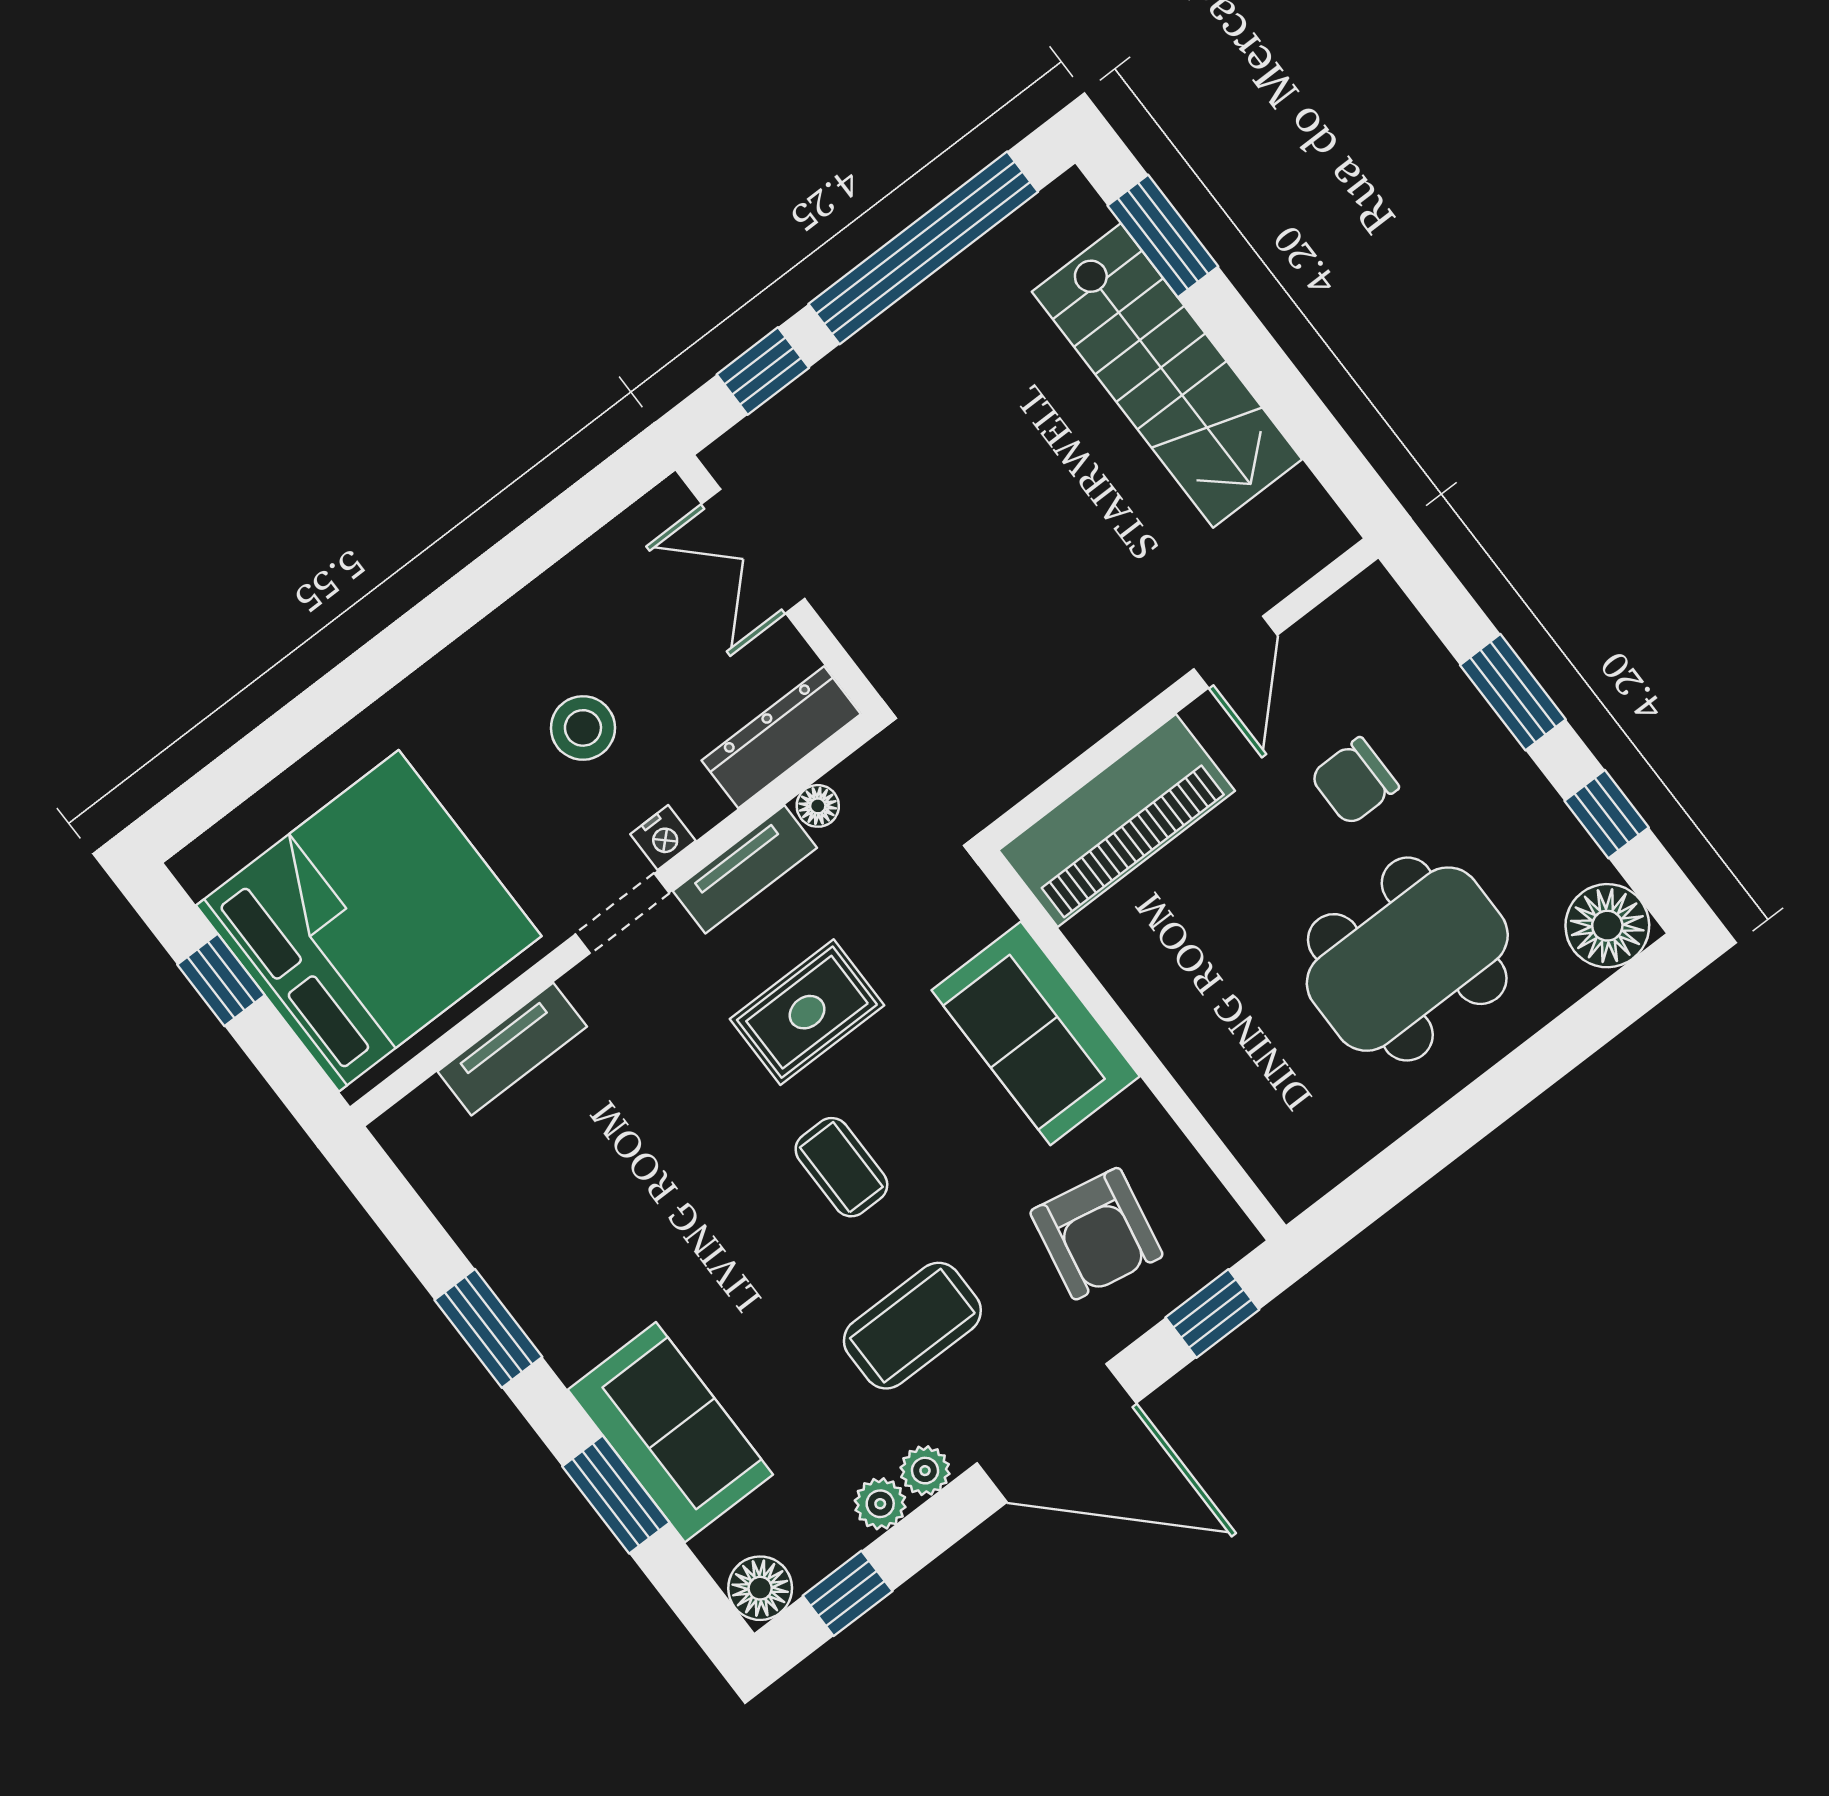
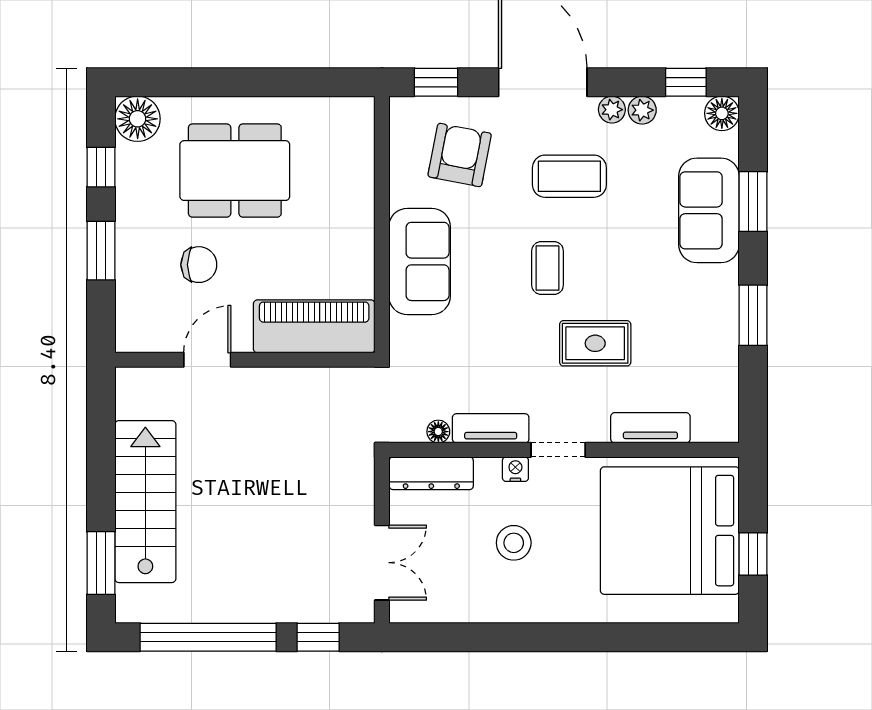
rug: (807, 1012) -> (595, 343), moved

